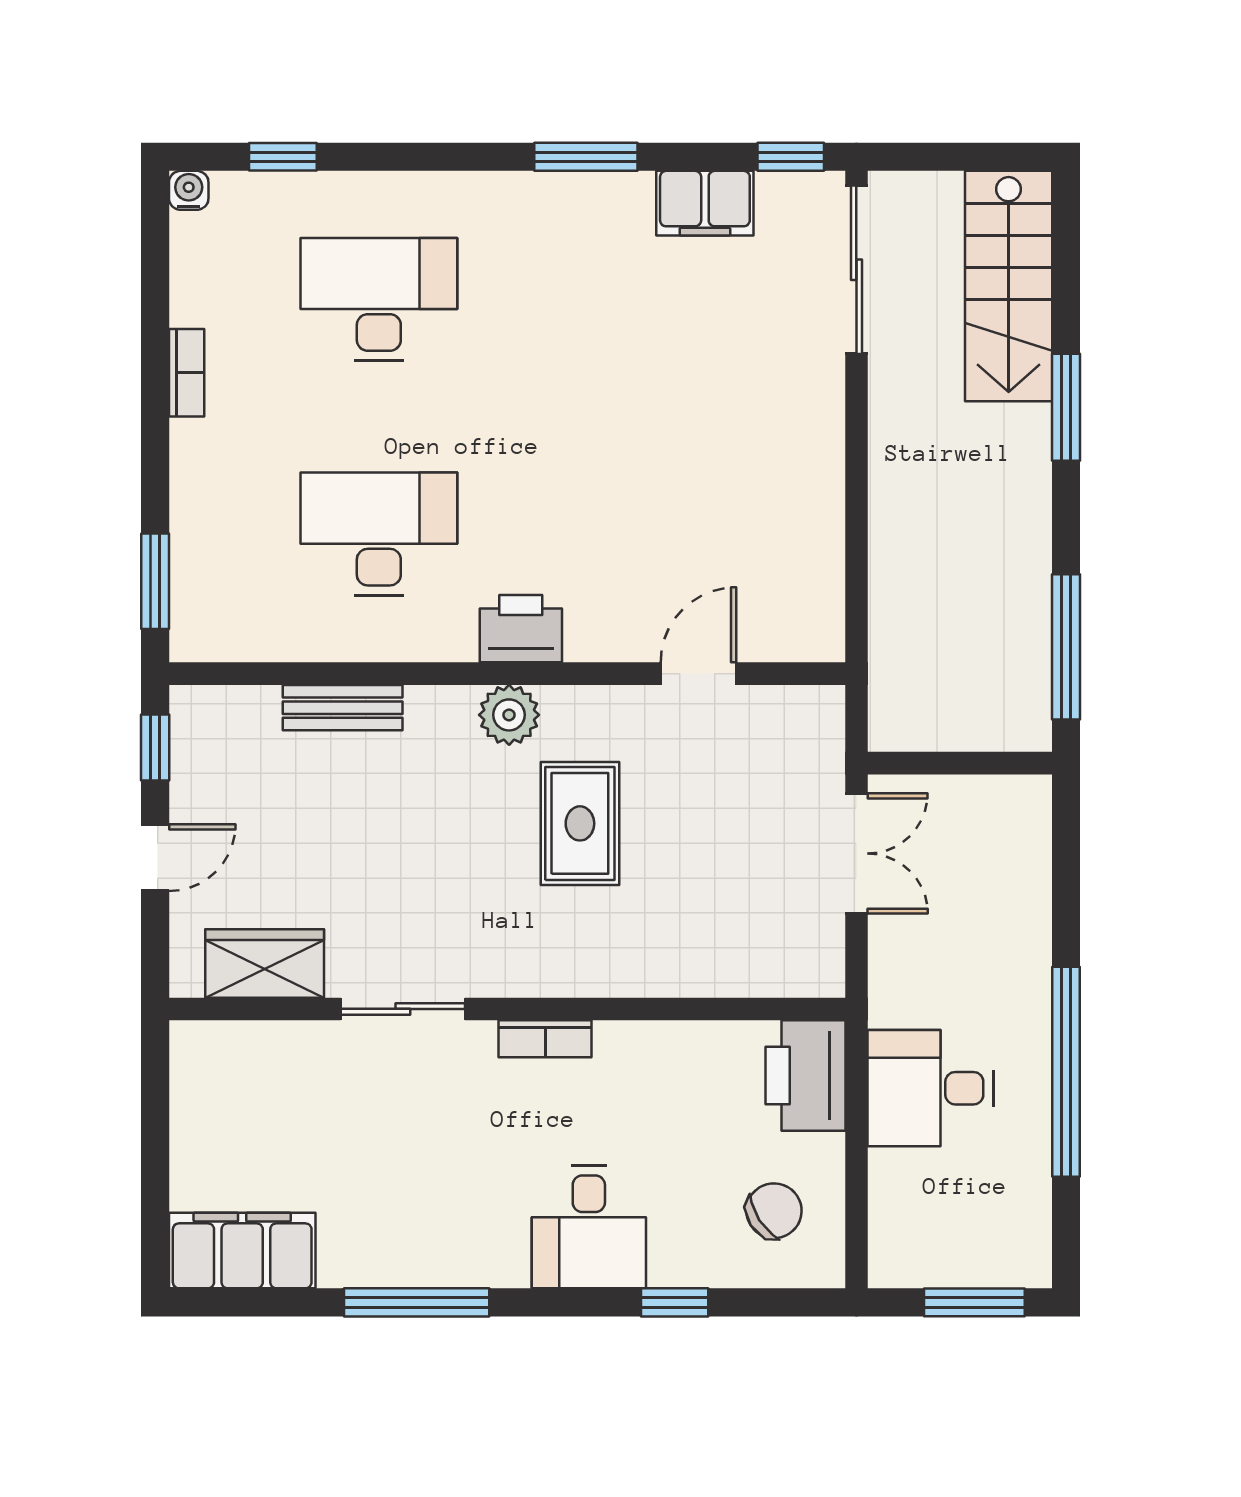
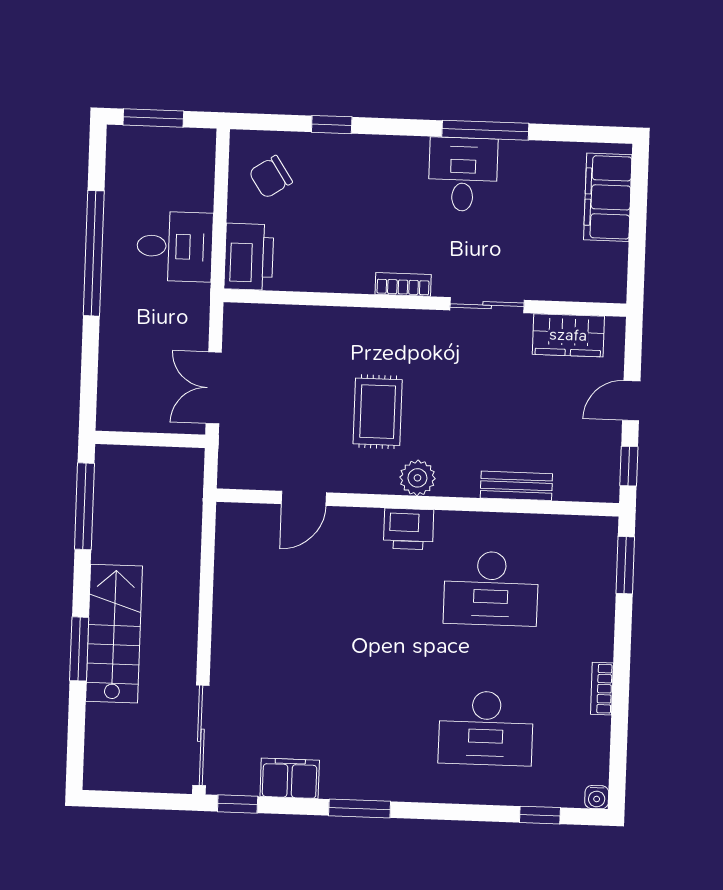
stairs: (1009, 286) -> (114, 634), moved
desk: (589, 1227) -> (463, 174), moved
filing cabinet: (242, 1250) -> (608, 197), moved, turned 90

